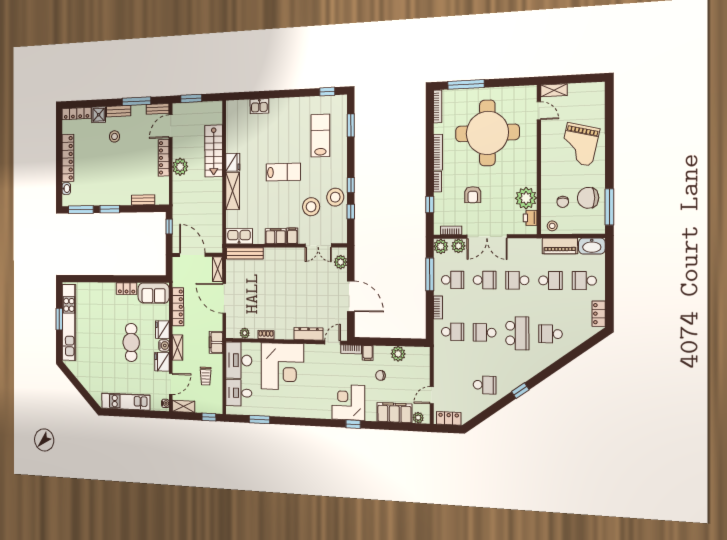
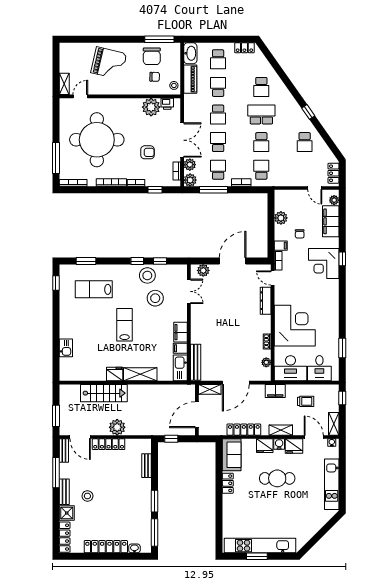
filing cabinet: (292, 236) -> (180, 348), moved
school desk: (485, 385) -> (305, 142), turned 180

